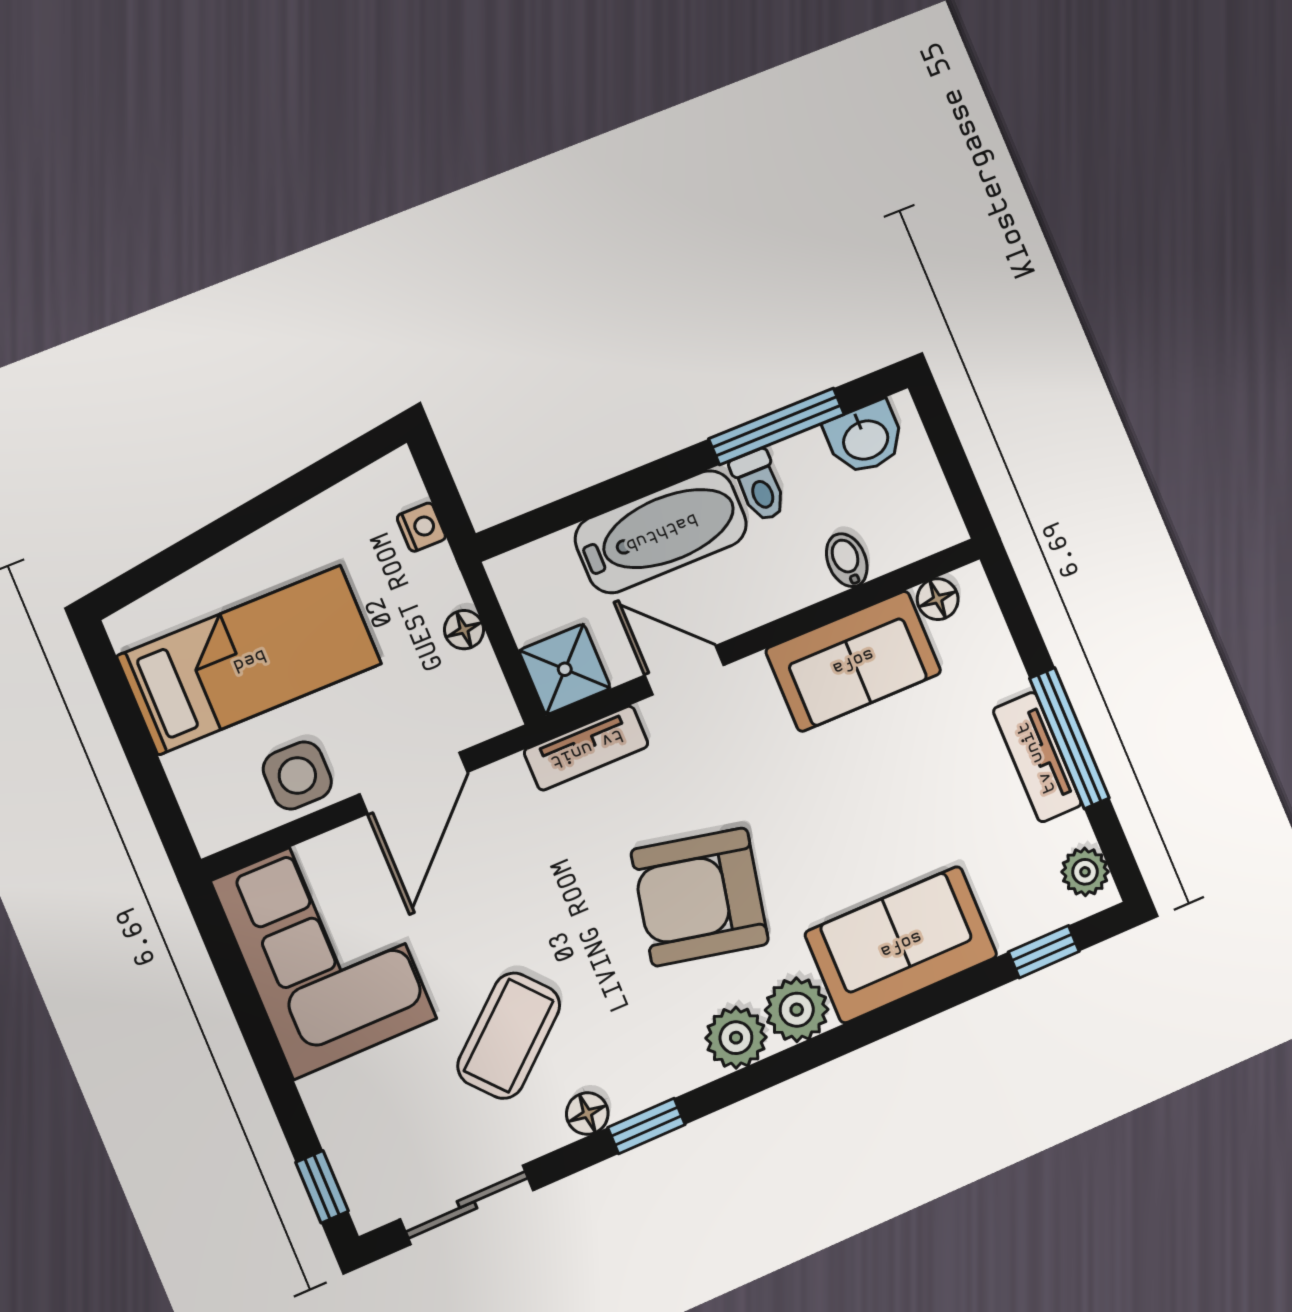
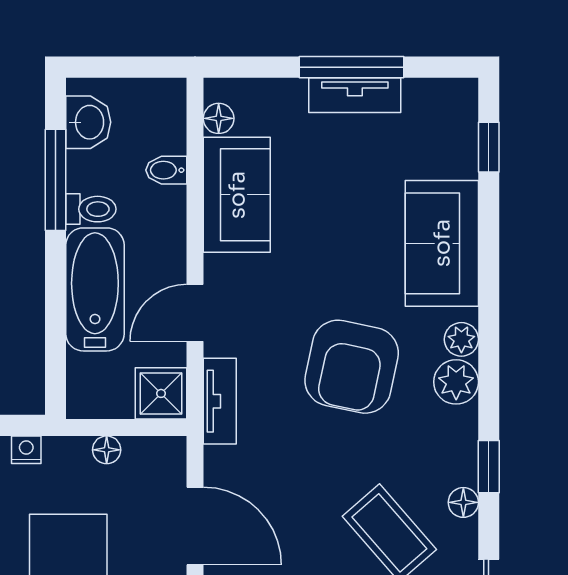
plant: (1085, 872) -> (447, 95), removed
plant: (797, 1010) -> (461, 339), width x0.73, depth x0.73

